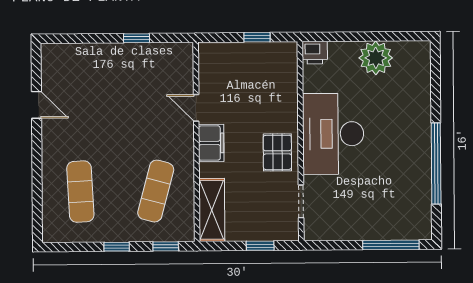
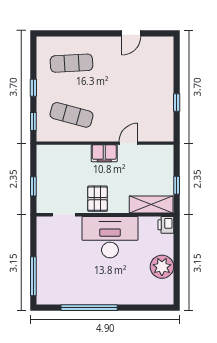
pallet: (277, 152) -> (98, 199), turned 90
shelving: (212, 210) -> (151, 204), moved

